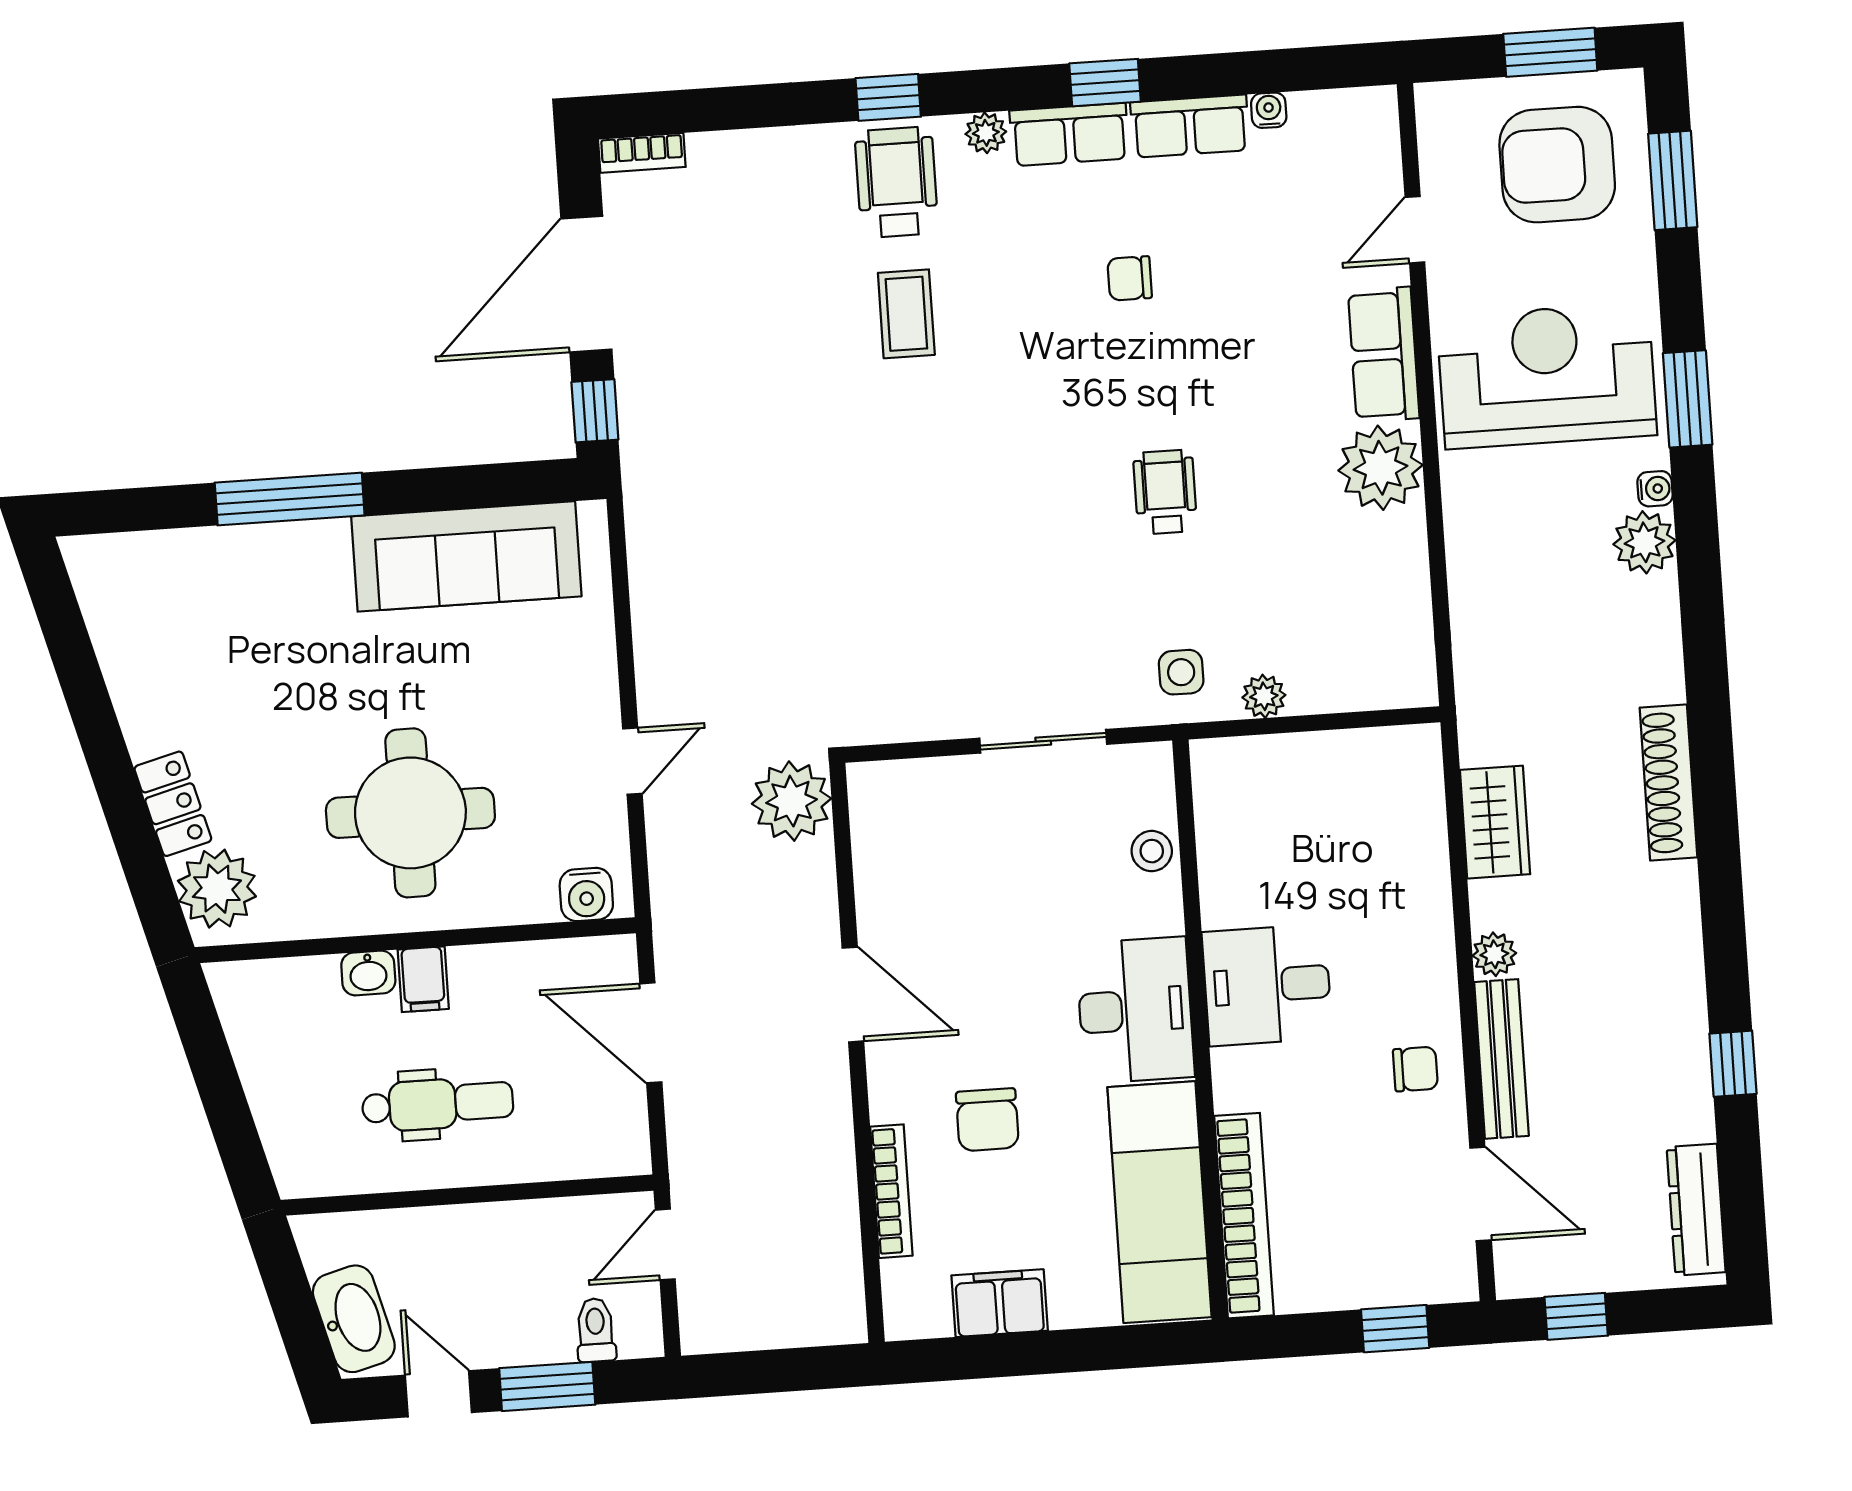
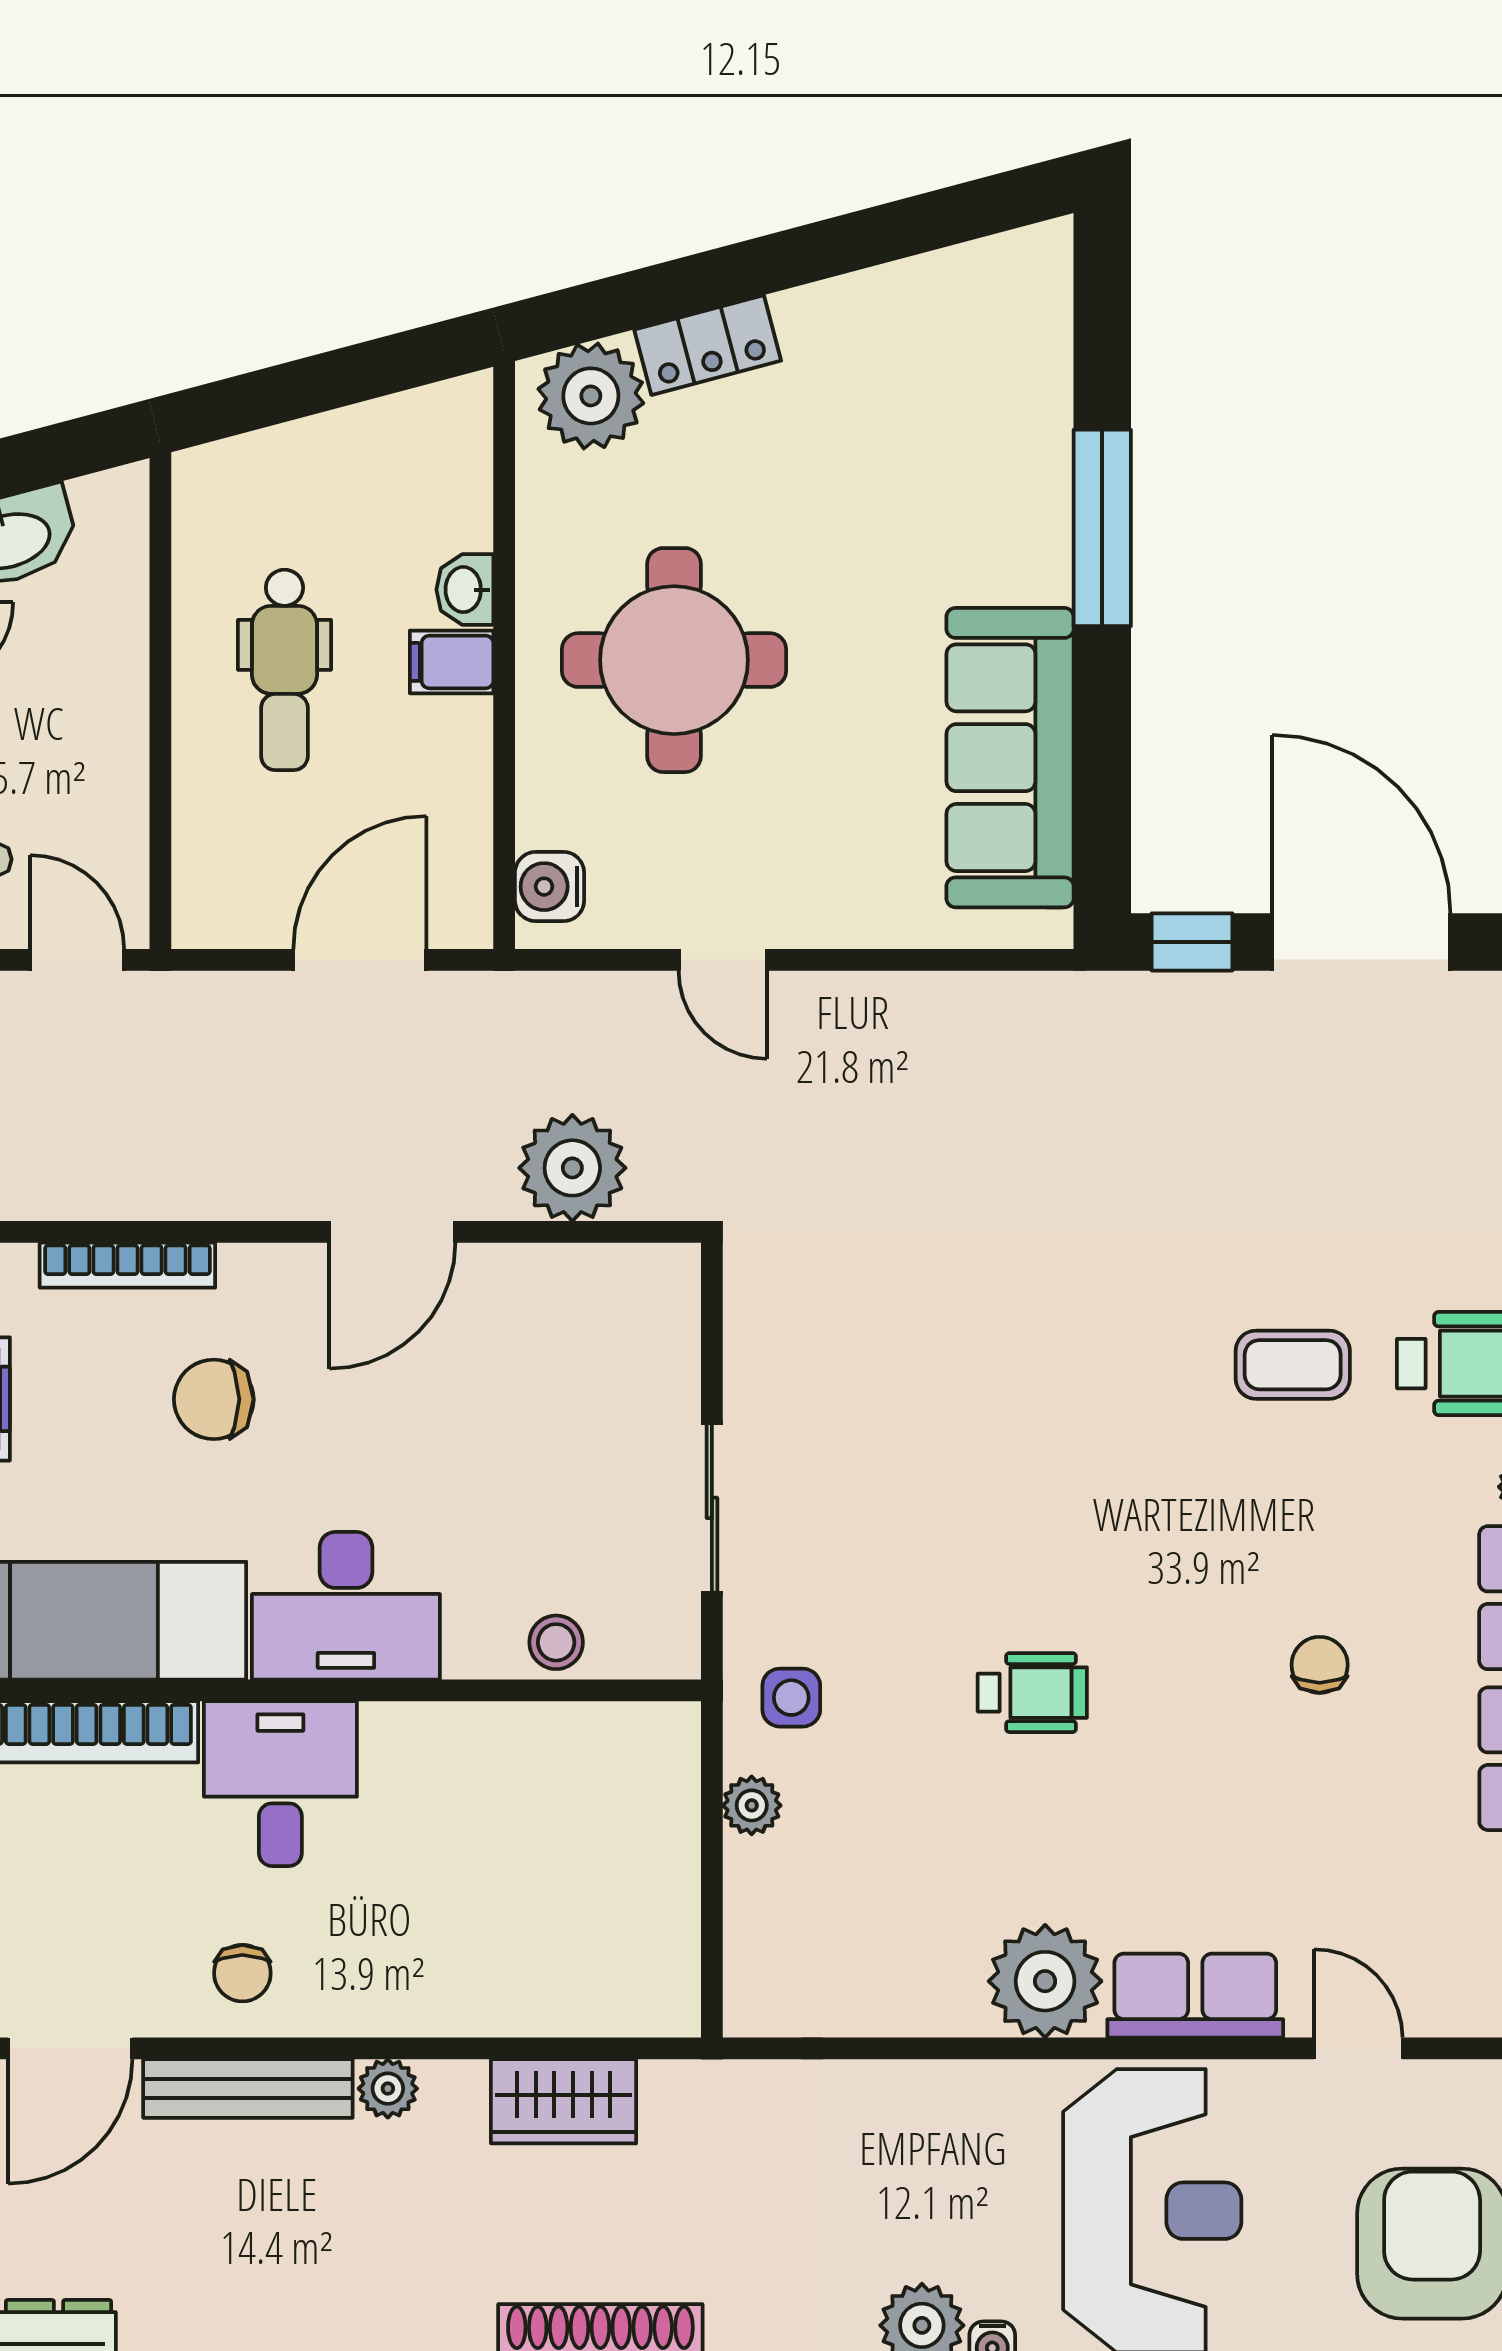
plant: (792, 801) -> (572, 1168), moved
desk: (1267, 985) -> (280, 1784), moved

